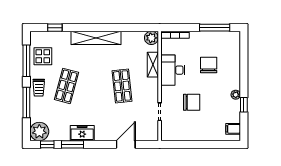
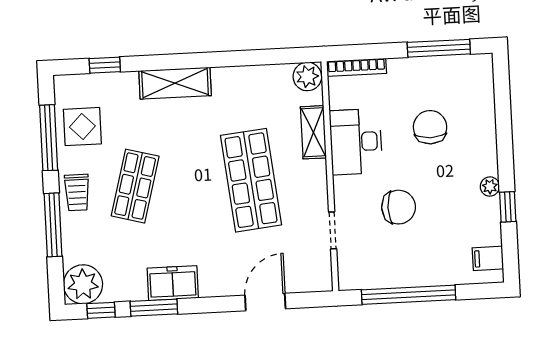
shelving: (96, 38) -> (175, 83), width x0.68
shop shelf: (122, 86) -> (251, 180), width x1.43, depth x1.36
window: (194, 144) -> (409, 295), added

